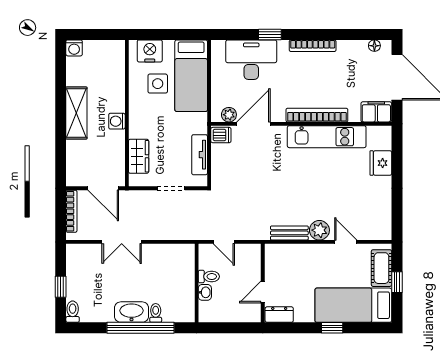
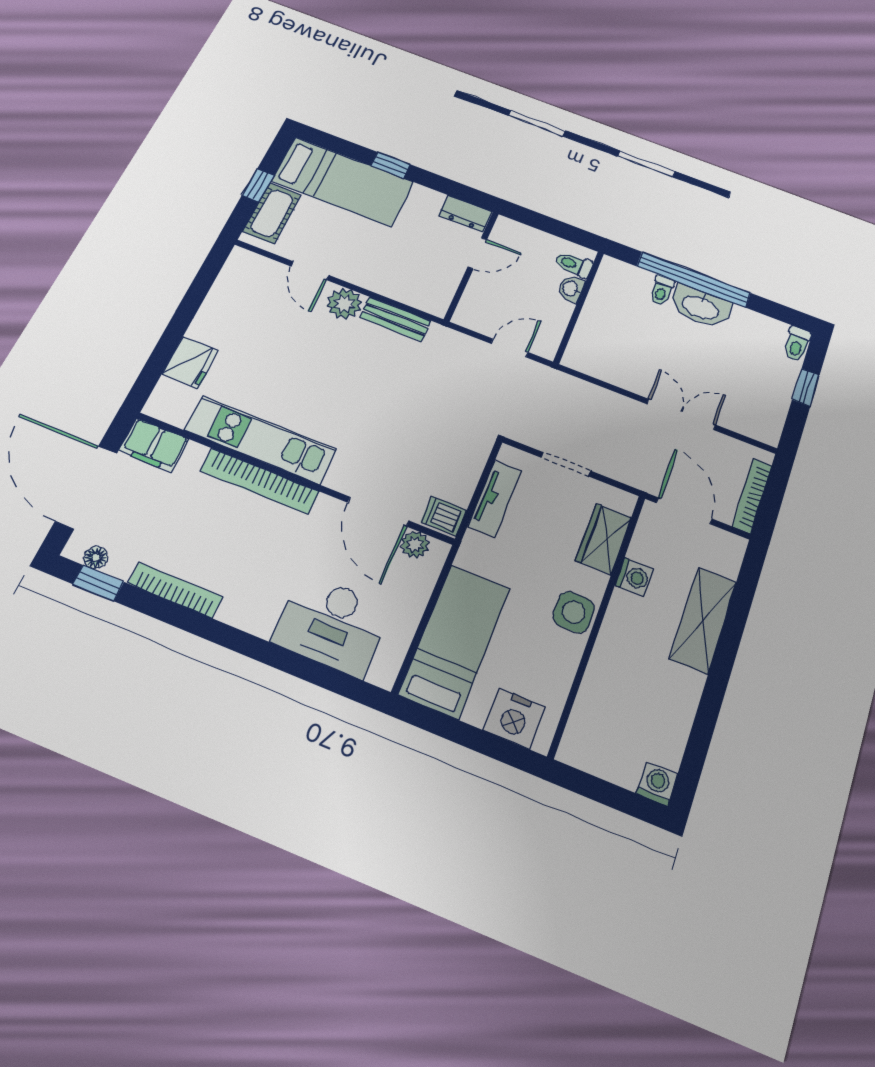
window: (270, 34) -> (98, 583), moved
bookcase: (313, 46) -> (175, 590), moved
side table: (158, 84) -> (574, 612), moved
shelving: (76, 113) -> (703, 620), moved
washing machine: (117, 121) -> (634, 577), moved
door: (253, 124) -> (378, 512), hinge flipped
door: (224, 242) -> (510, 348), hinge flipped
toilet: (209, 277) -> (573, 264), moved

